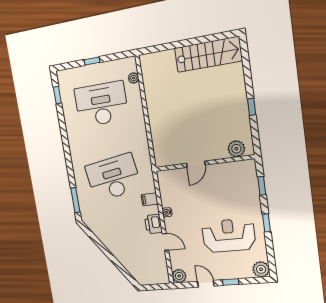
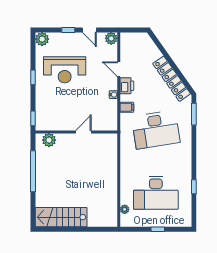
window: (57, 95) -> (194, 187), moved
window: (252, 107) -> (33, 171), width x3.17
window: (262, 186) -> (33, 118), moved
locker: (105, 237) -> (172, 79), added

